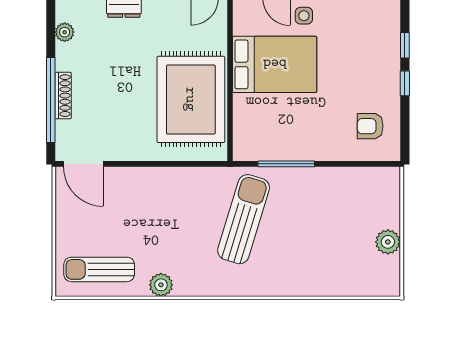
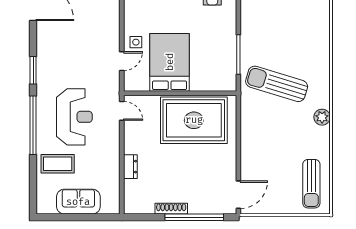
plant: (65, 32) -> (147, 208), removed
shoe rack: (63, 96) -> (171, 209), moved
plant: (161, 285) -> (322, 117), moved

